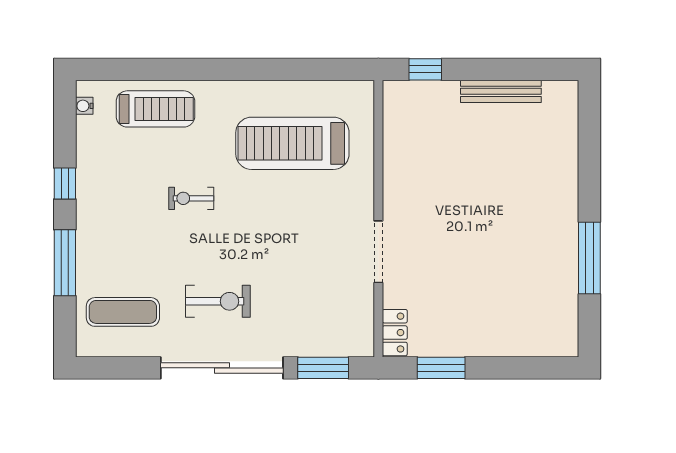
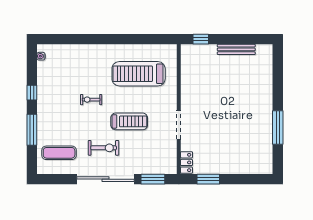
treadmill: (155, 109) -> (129, 121), moved

